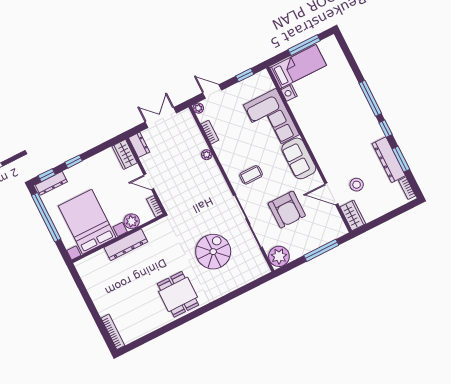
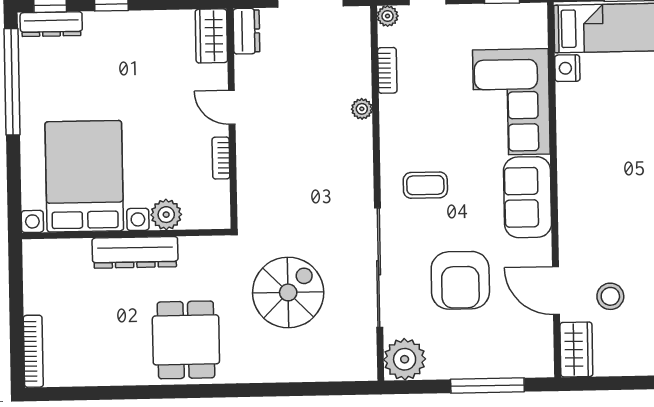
plant: (132, 221) -> (166, 215), moved
bed with nightstands: (87, 222) -> (84, 176), moved
wall: (118, 238) -> (126, 234), moved
dresser: (126, 245) -> (135, 252), moved

